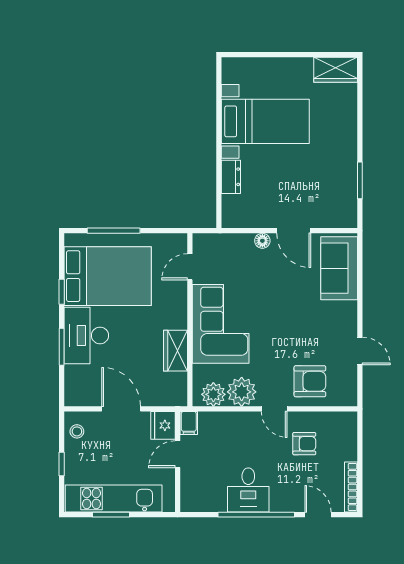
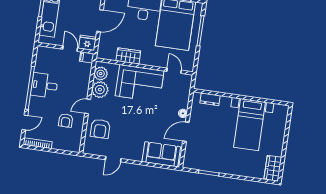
dresser: (231, 177) -> (210, 99), moved

